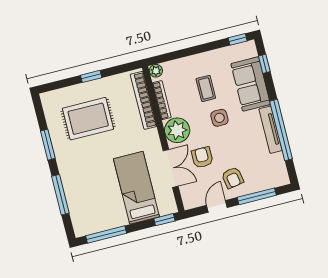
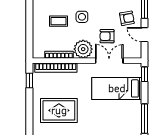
plant: (156, 71) -> (37, 54), removed
window: (91, 76) -> (29, 81), moved
rug: (88, 119) -> (59, 110), turned 90

